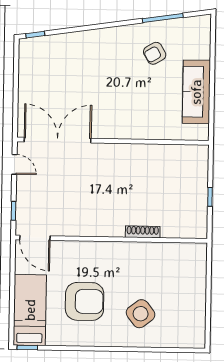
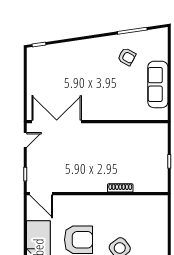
armchair: (155, 53) -> (127, 57), turned -121
door: (14, 164) -> (25, 140), hinge flipped

